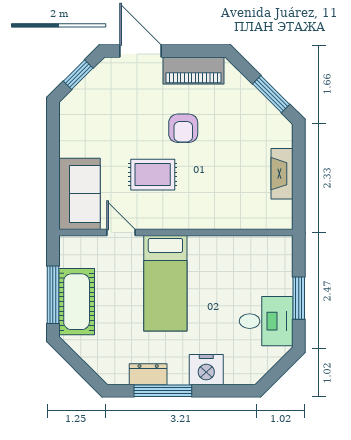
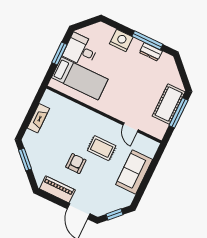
sofa: (80, 194) -> (134, 172), moved
bed: (165, 283) -> (80, 78), moved, turned 90

